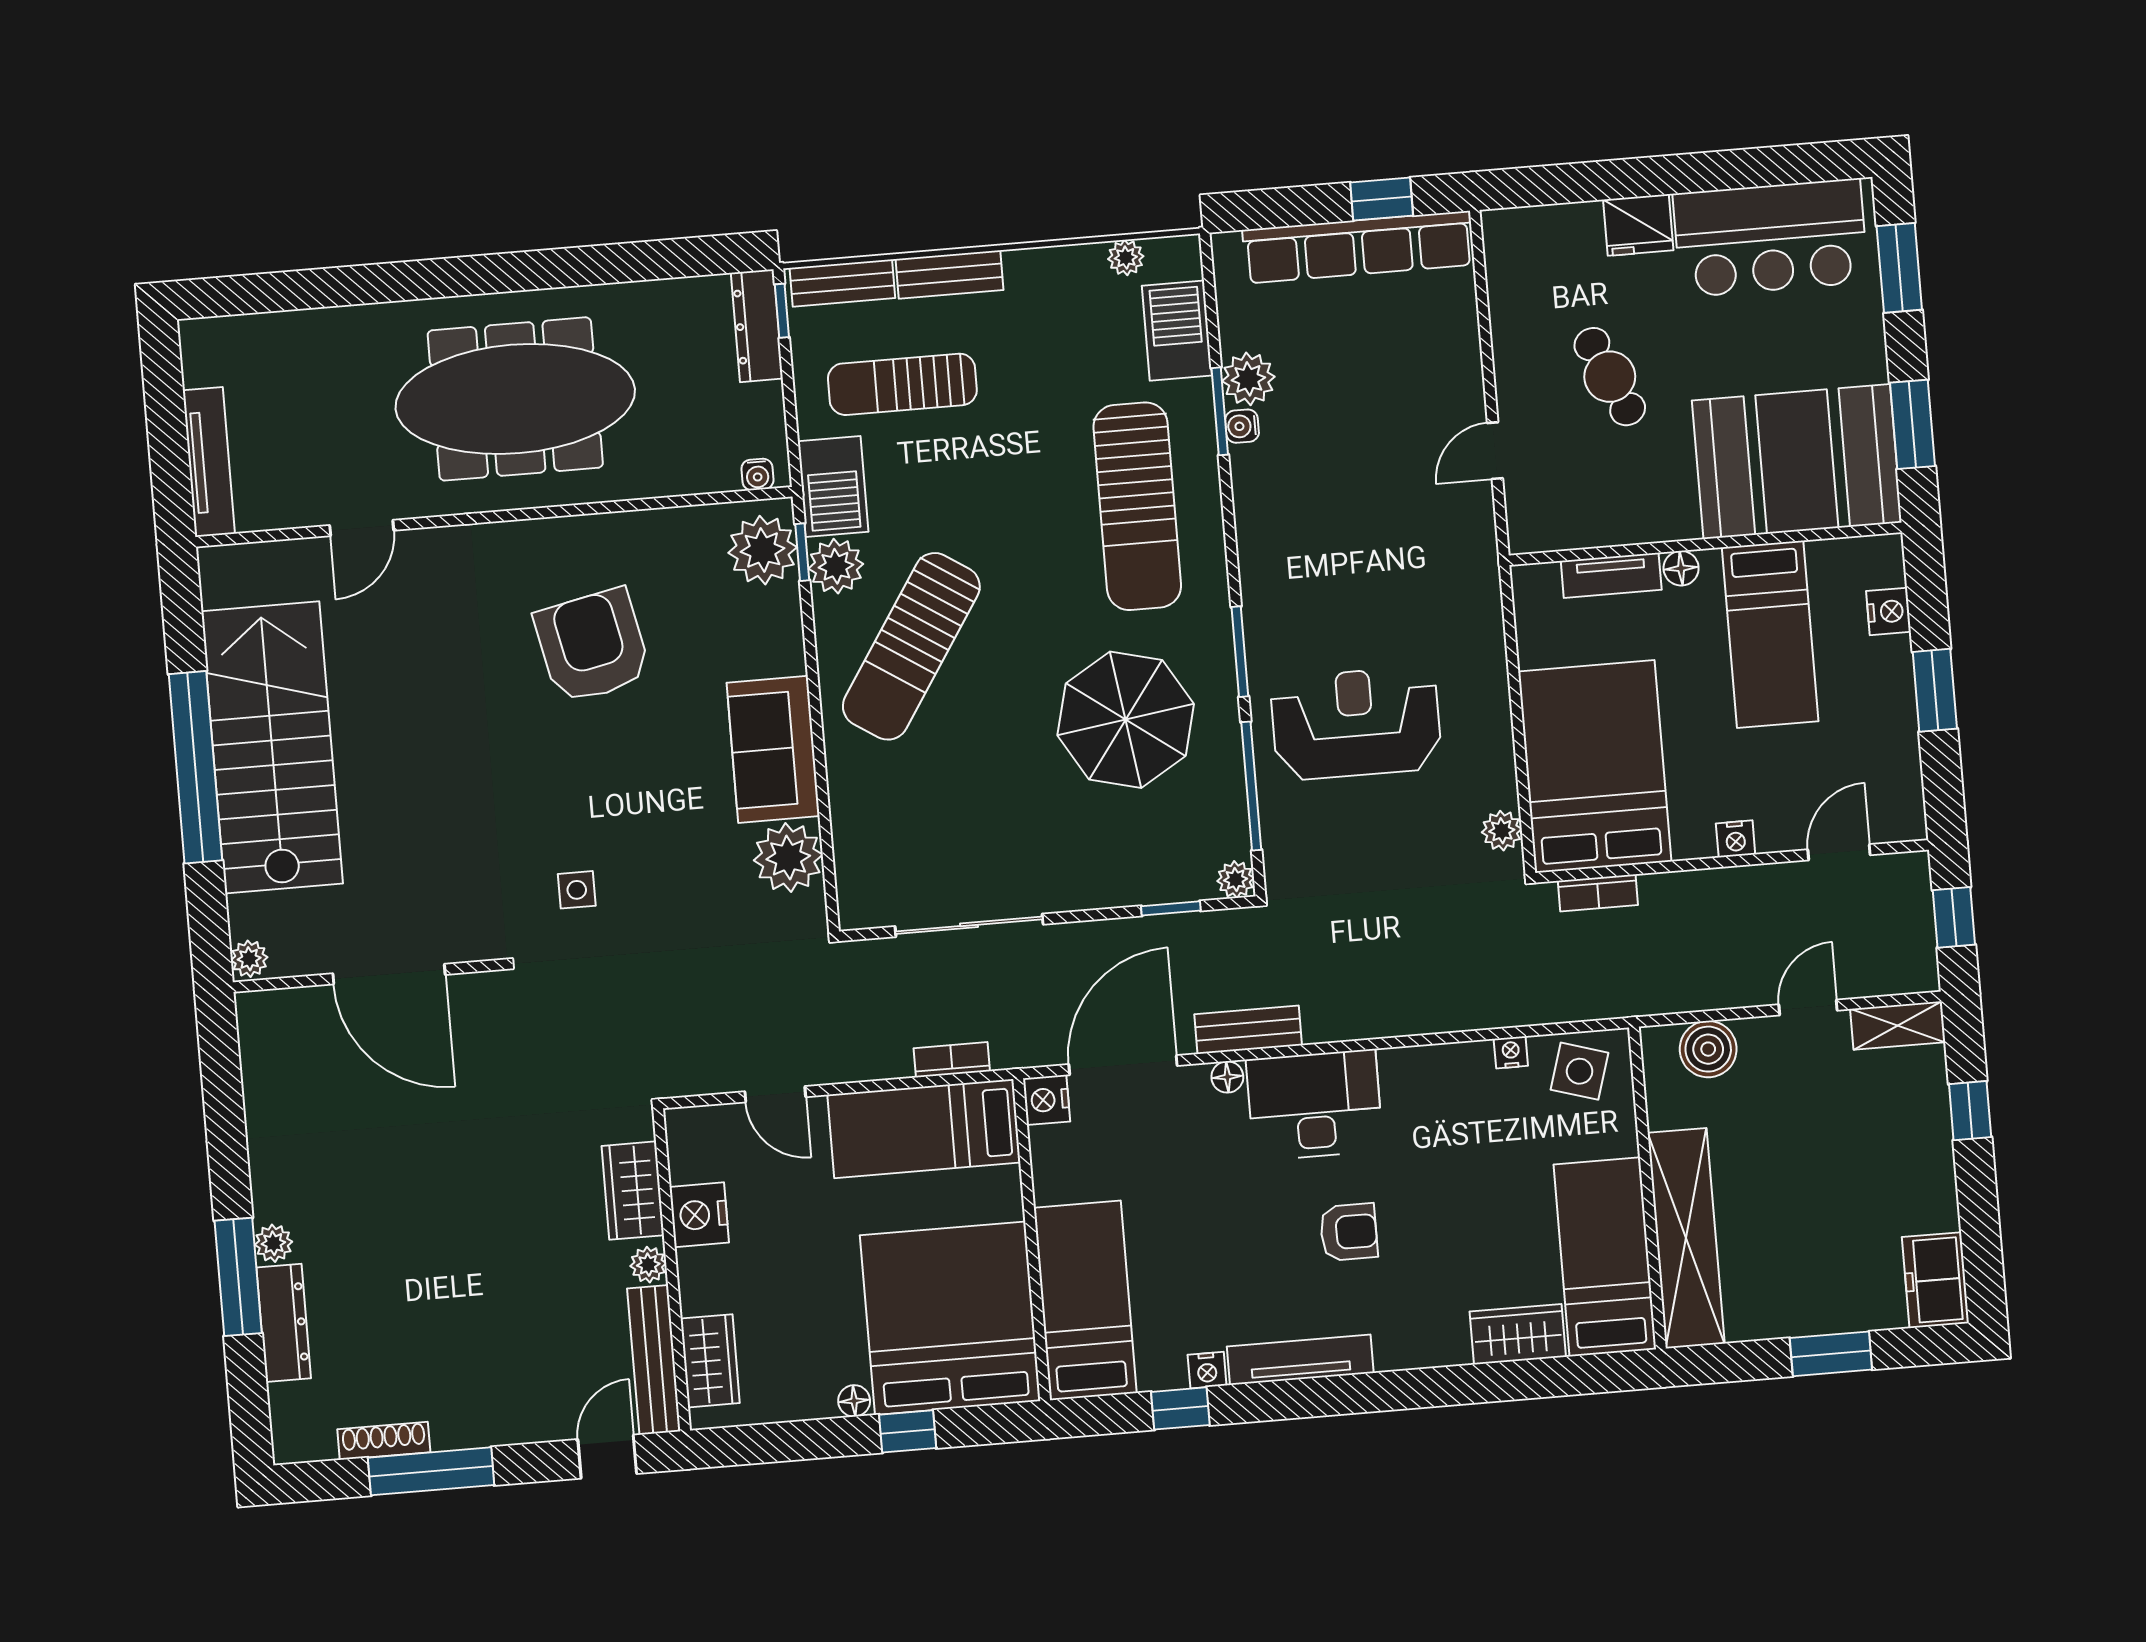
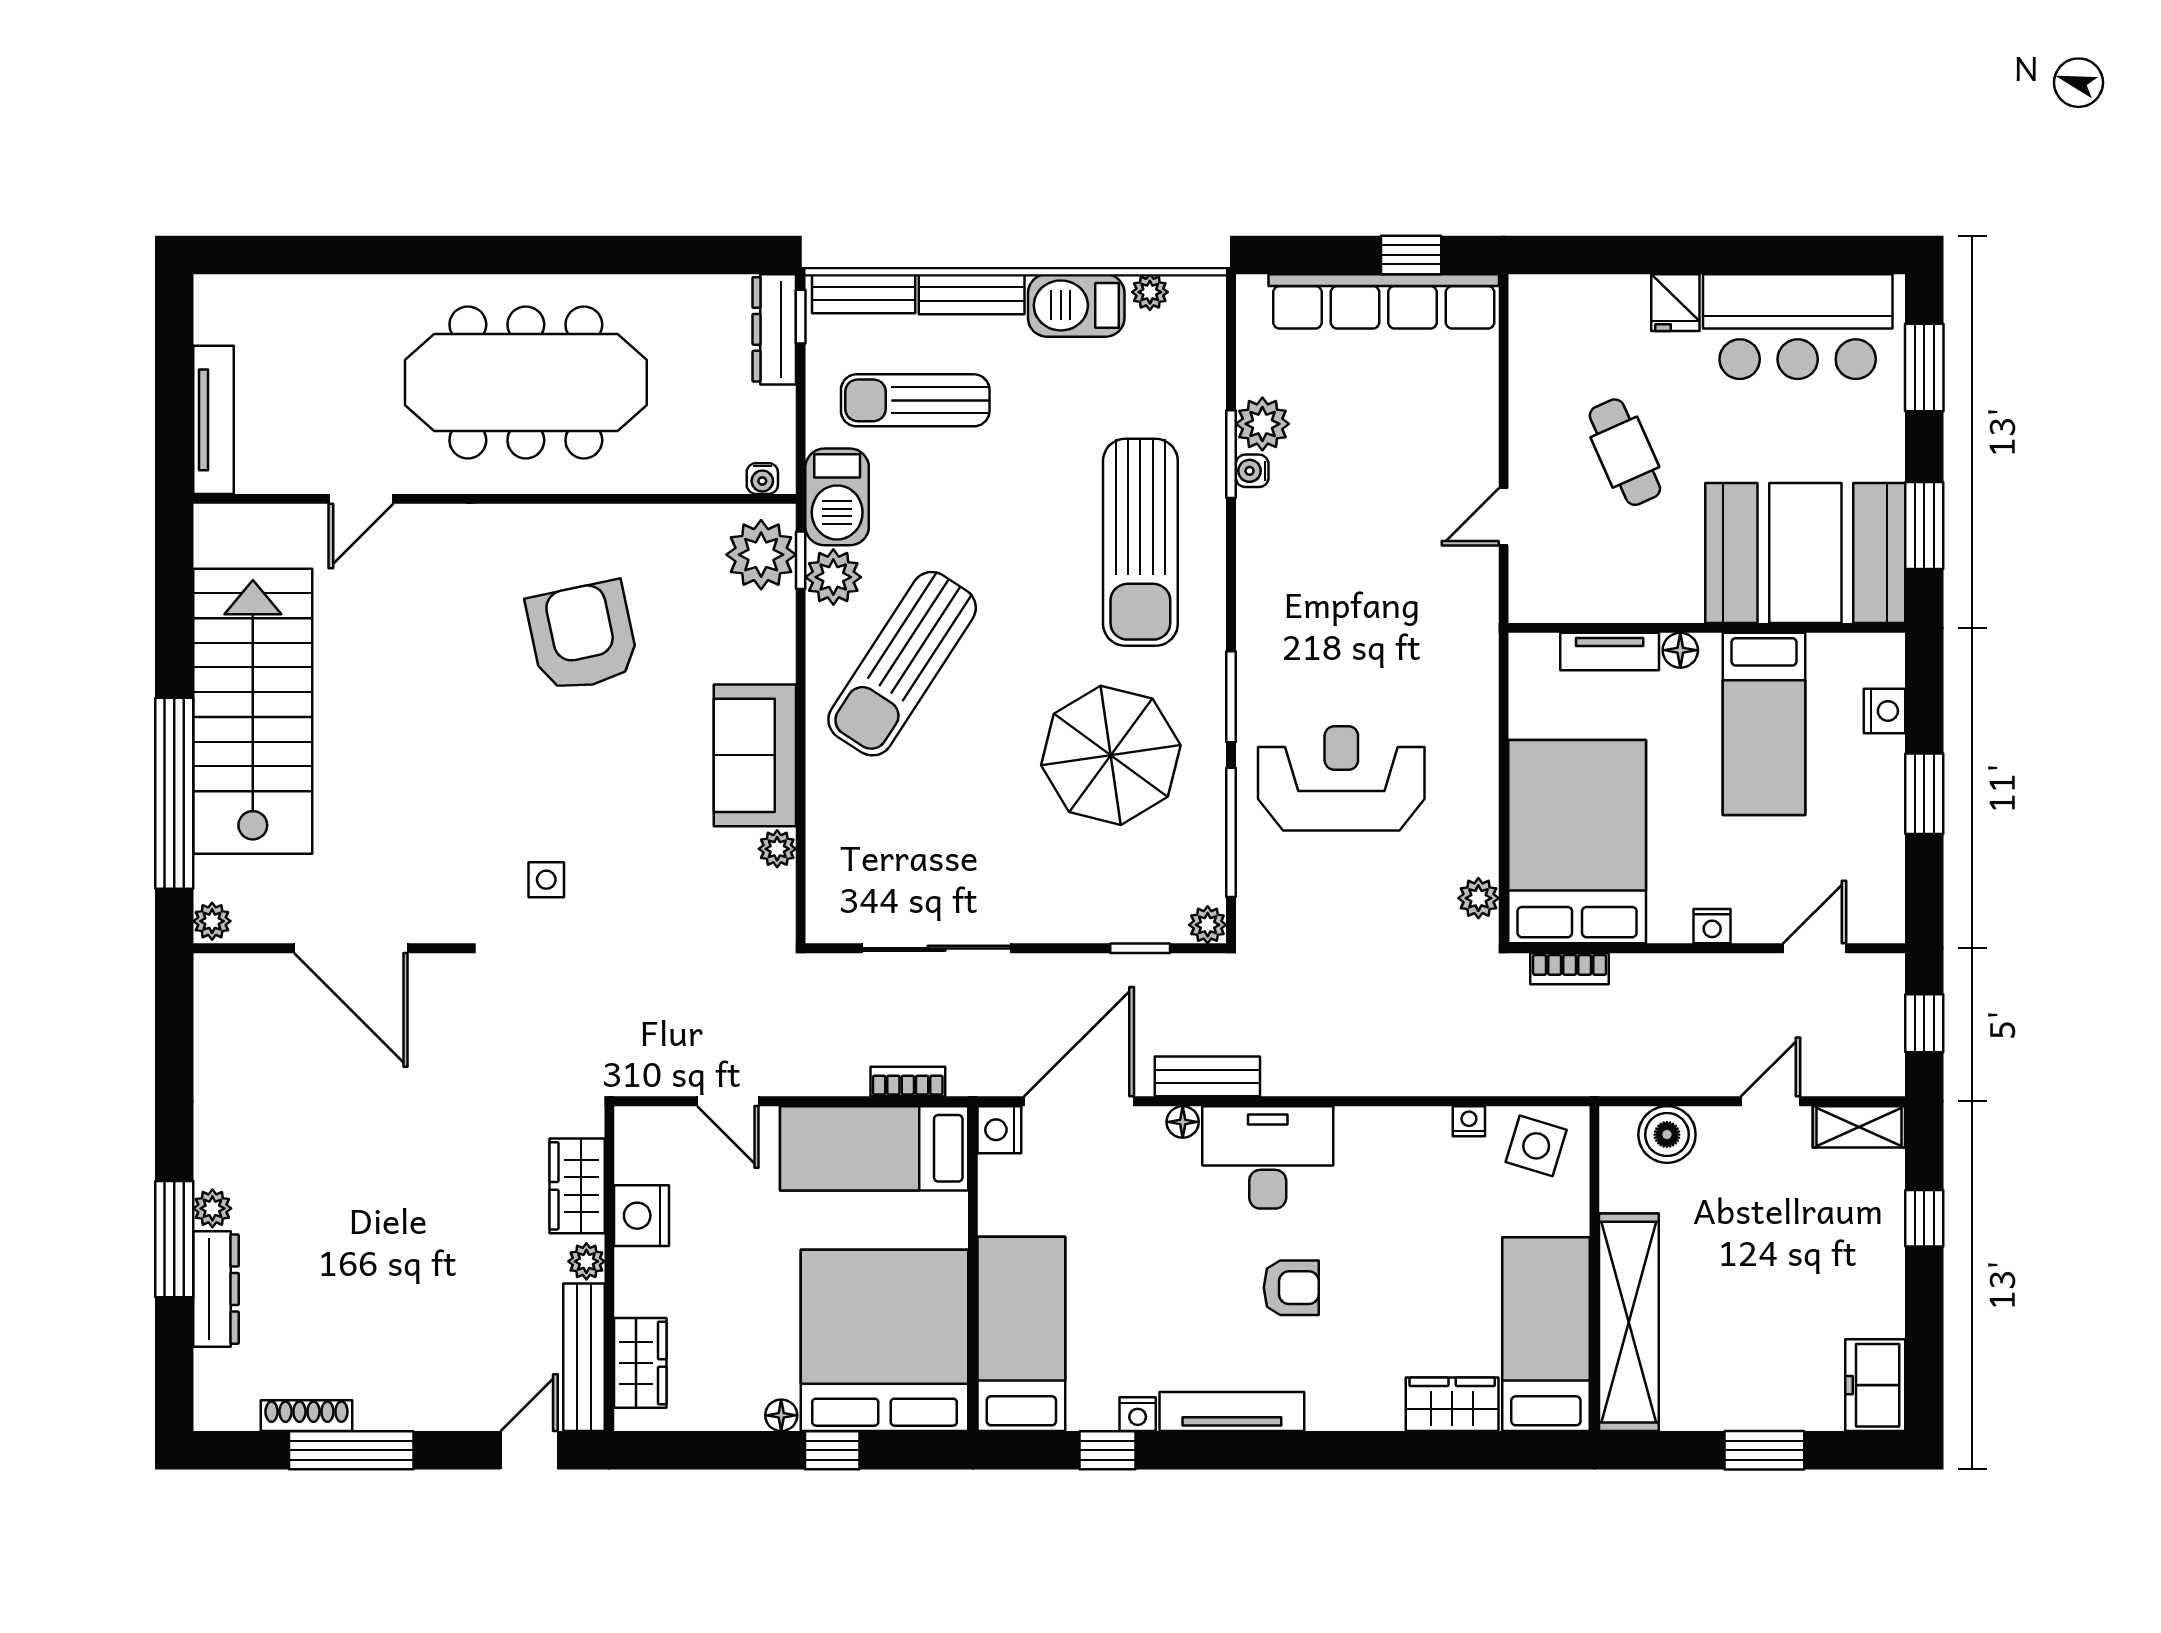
fridge: (1638, 225) -> (1675, 303), width x0.72
barbecue: (1177, 331) -> (1076, 305), moved, turned -90
window: (195, 767) -> (174, 793), moved
plant: (788, 858) -> (777, 849), width x0.53, depth x0.53

